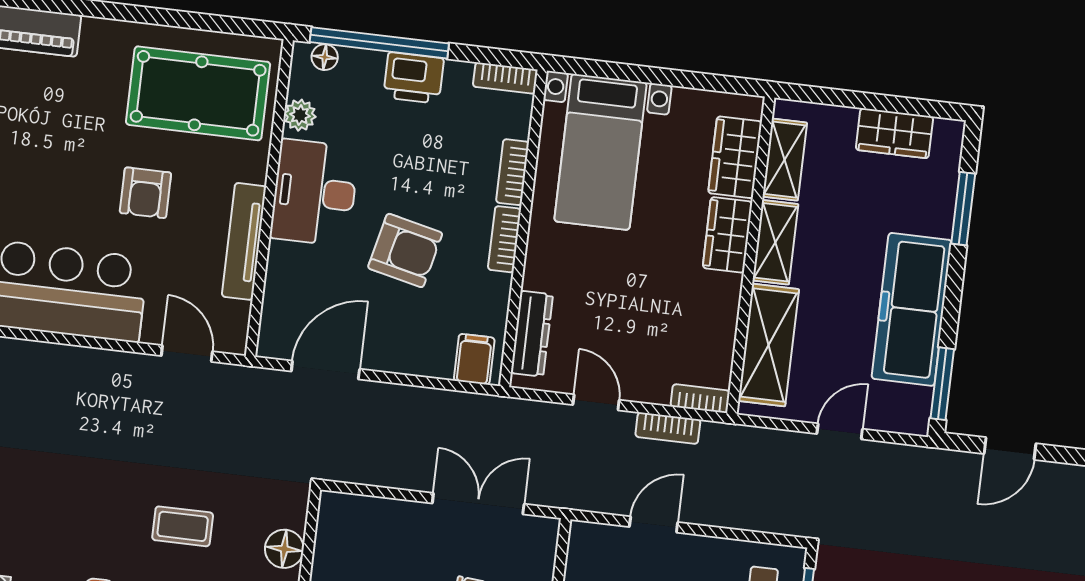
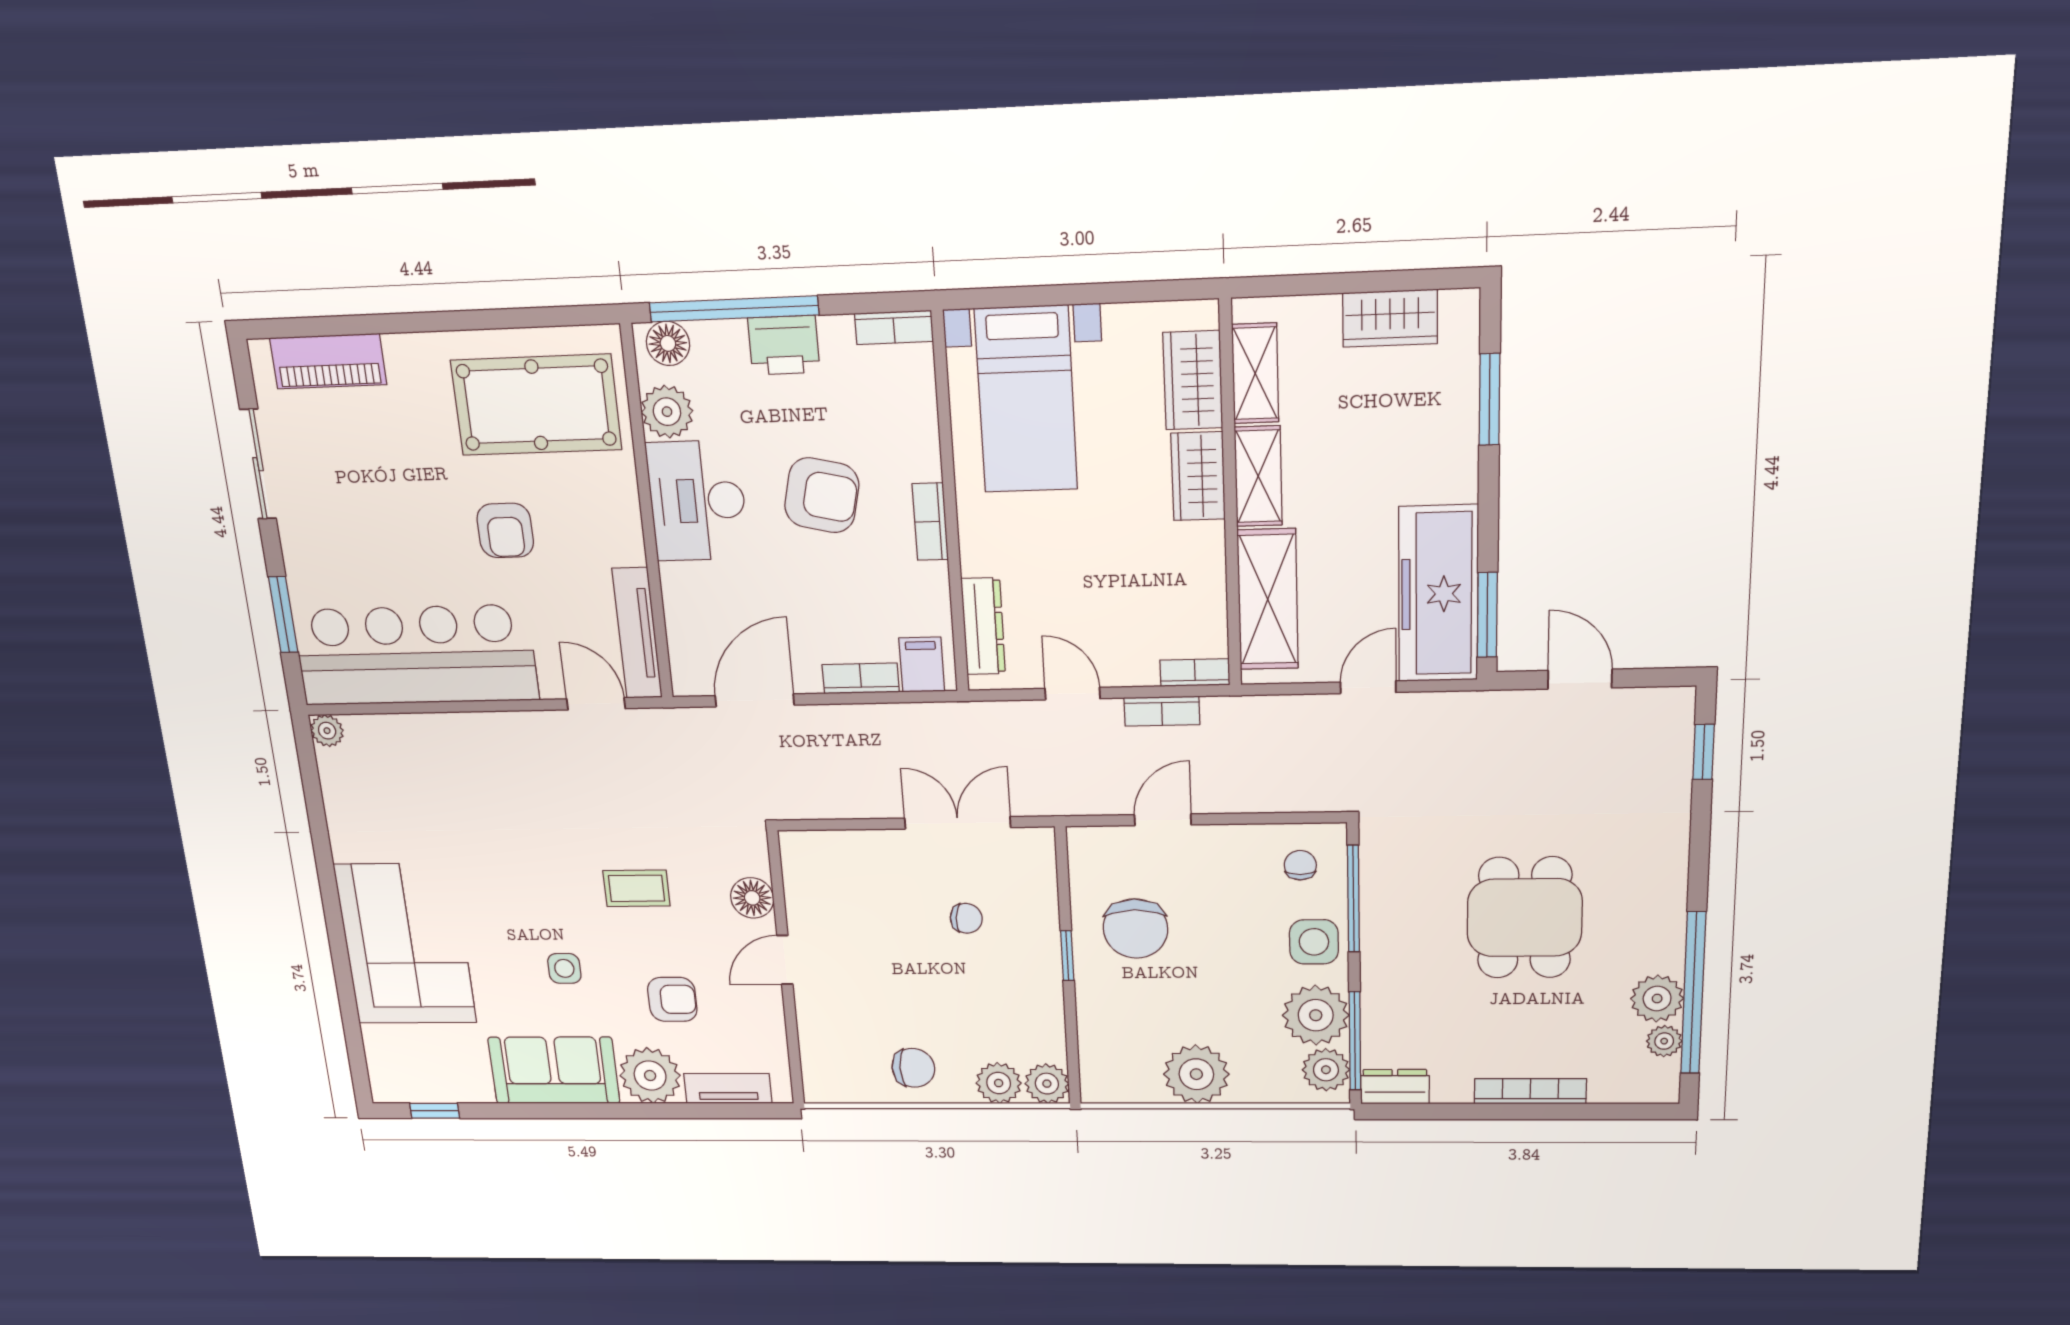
floor lamp: (325, 57) -> (668, 343), width x1.37, depth x1.37
plant: (300, 115) -> (667, 412), width x1.38, depth x1.38
bookcase: (512, 172) -> (861, 678), moved, turned 90
tv unit: (244, 241) -> (637, 633), moved
armchair: (405, 250) -> (822, 495), moved
freezer: (912, 309) -> (1438, 594), moved
door: (1010, 449) -> (1580, 679), swing flipped

